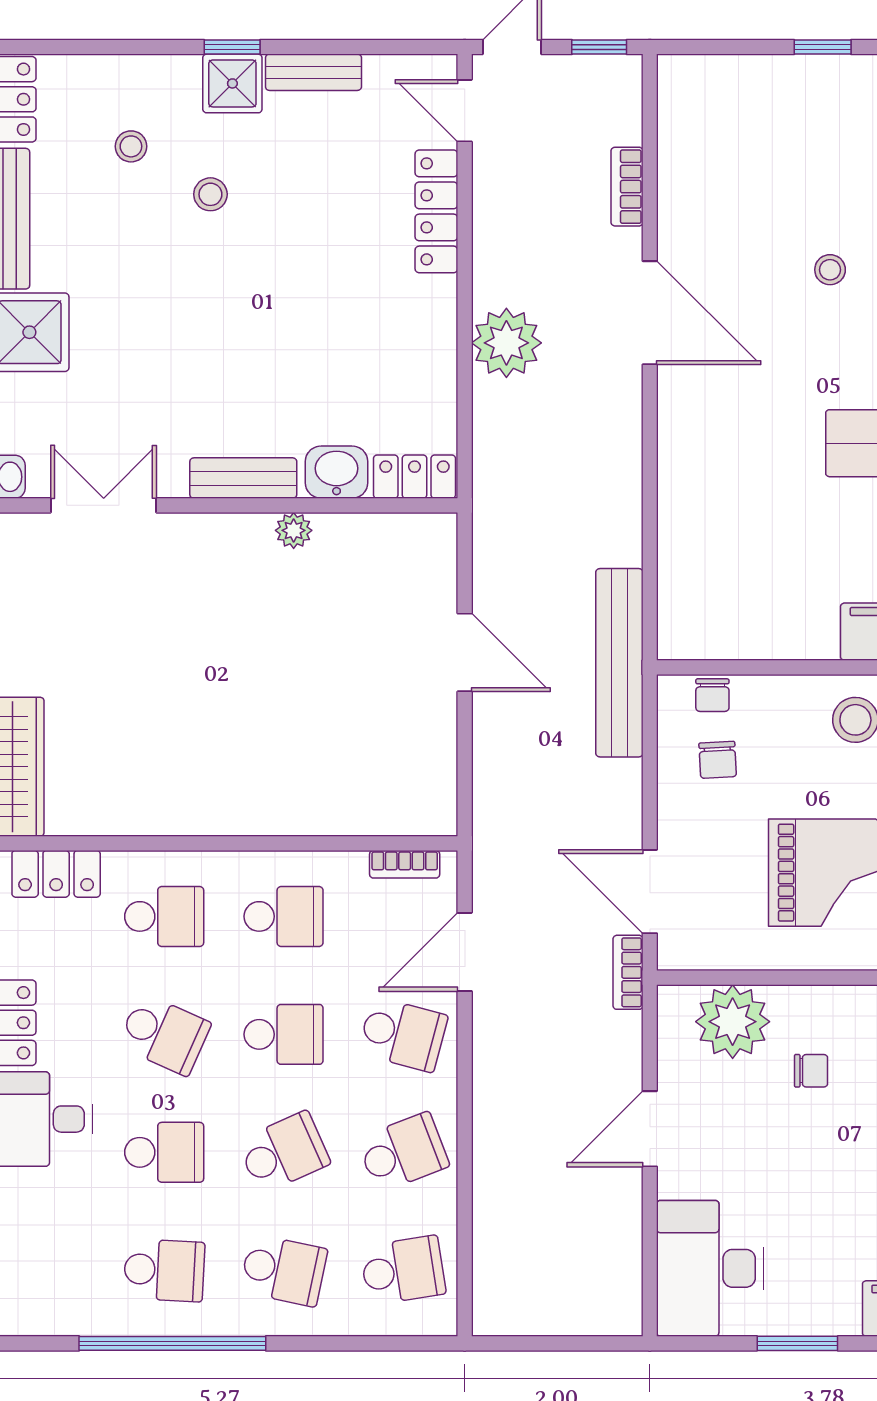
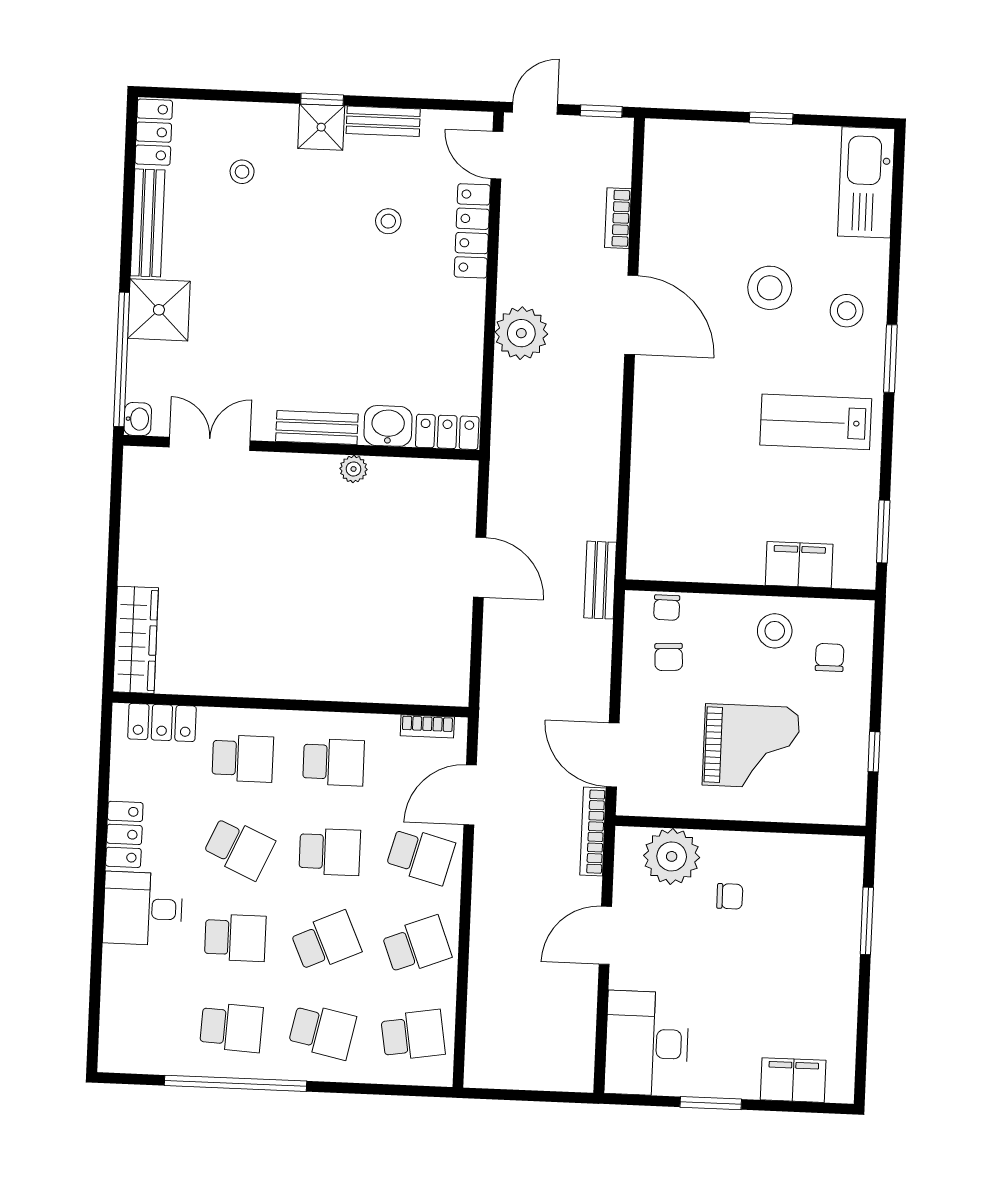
stool: (210, 194) -> (388, 221), moved
stool: (830, 270) -> (770, 288), width x1.89, depth x1.89
bench: (619, 663) -> (600, 580), width x0.54, depth x0.82
bookcase: (628, 972) -> (593, 832), width x1.56

